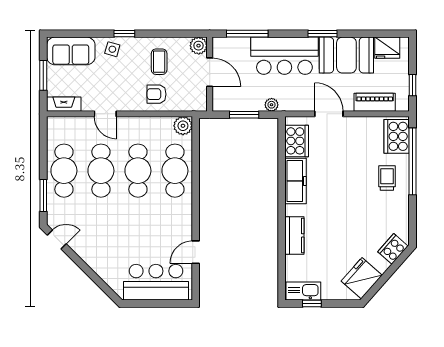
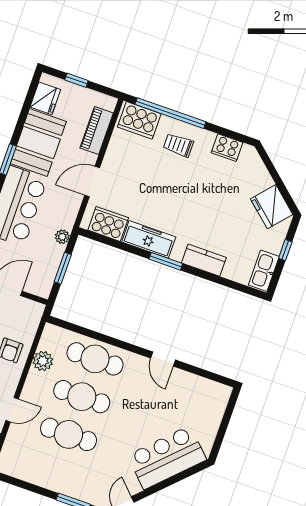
window: (412, 85) -> (77, 80), moved
plant: (183, 126) -> (43, 361), moved
cafe table: (64, 171) -> (55, 472), removed
window: (282, 203) -> (166, 261), added
cooker: (393, 249) -> (227, 148), moved, turned -41
door: (196, 252) -> (163, 359), moved
bar counter: (156, 282) -> (167, 457), moved, turned 45
window: (312, 303) -> (285, 250), moved

